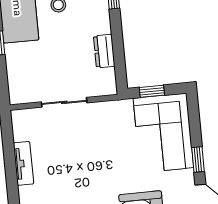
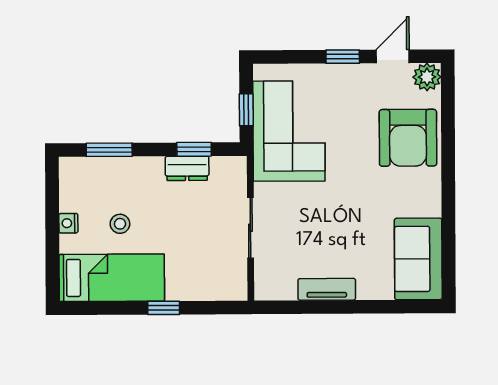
window: (119, 55) -> (194, 149), added
corner sofa: (163, 133) -> (289, 131), moved, turned -90

